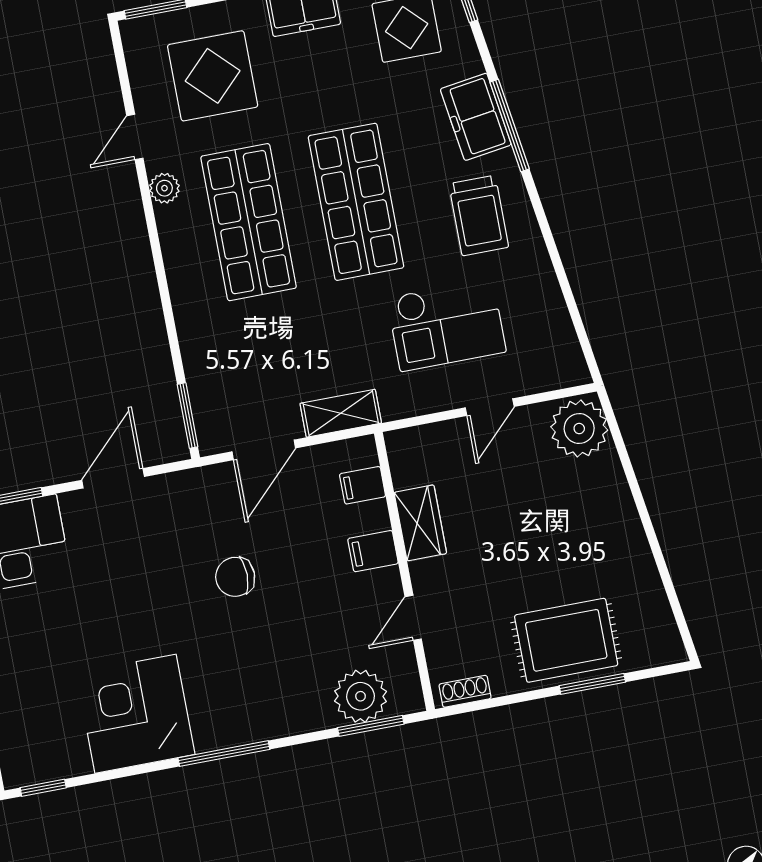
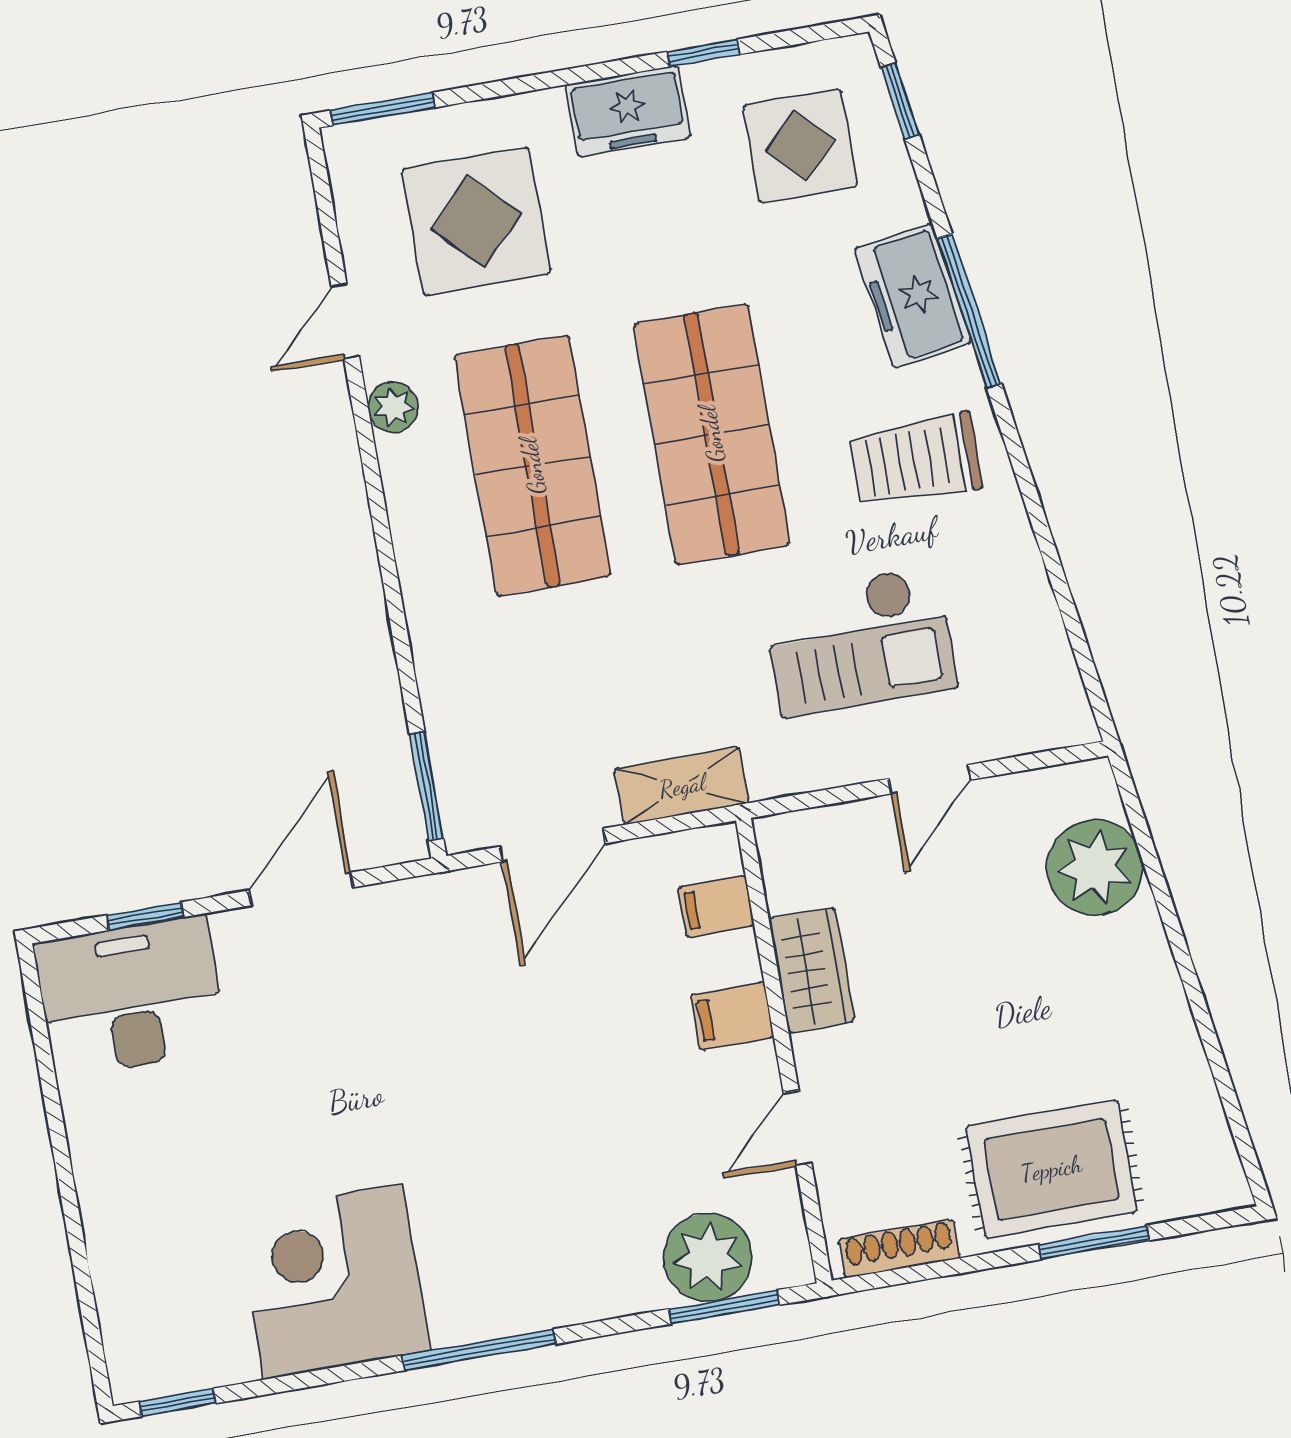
trolley: (479, 216) -> (916, 460), turned 90
plant: (579, 429) -> (1095, 868), moved
chair: (235, 577) -> (502, 1056), removed
shoe rack: (465, 691) -> (899, 1249), width x1.43

